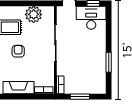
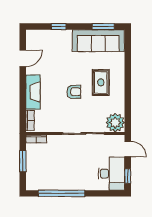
plant: (34, 14) -> (115, 123), moved
window: (109, 62) -> (62, 193), width x2.11

